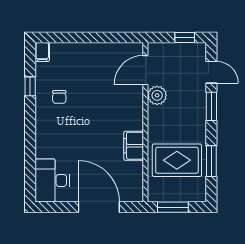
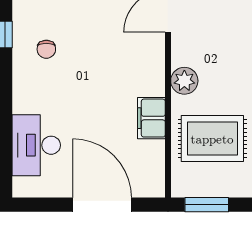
plant: (157, 95) -> (184, 81), moved
desk: (52, 180) -> (36, 145), moved

